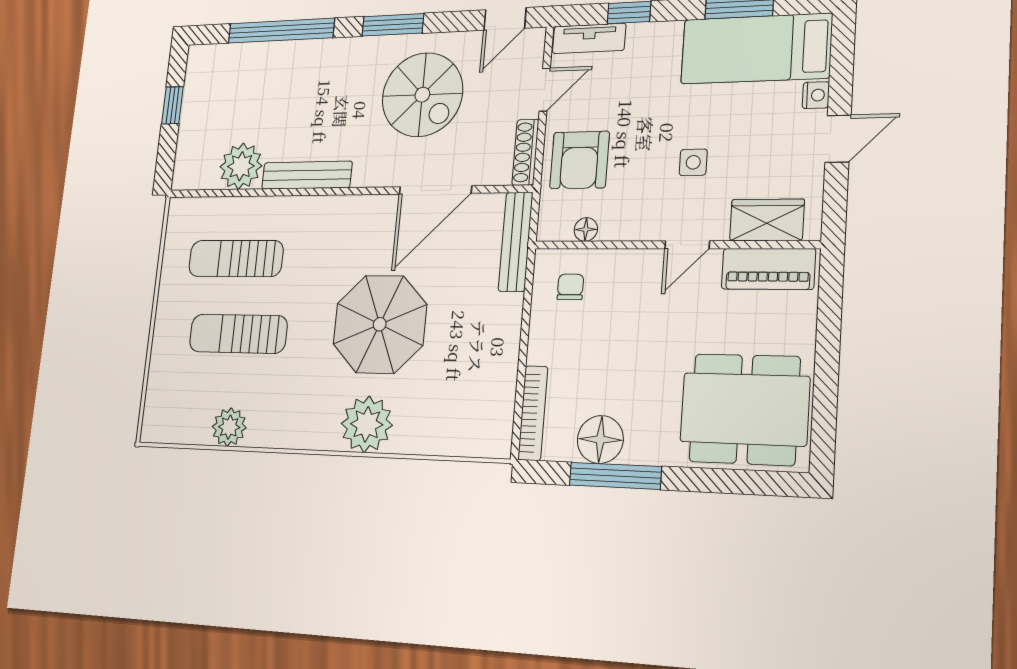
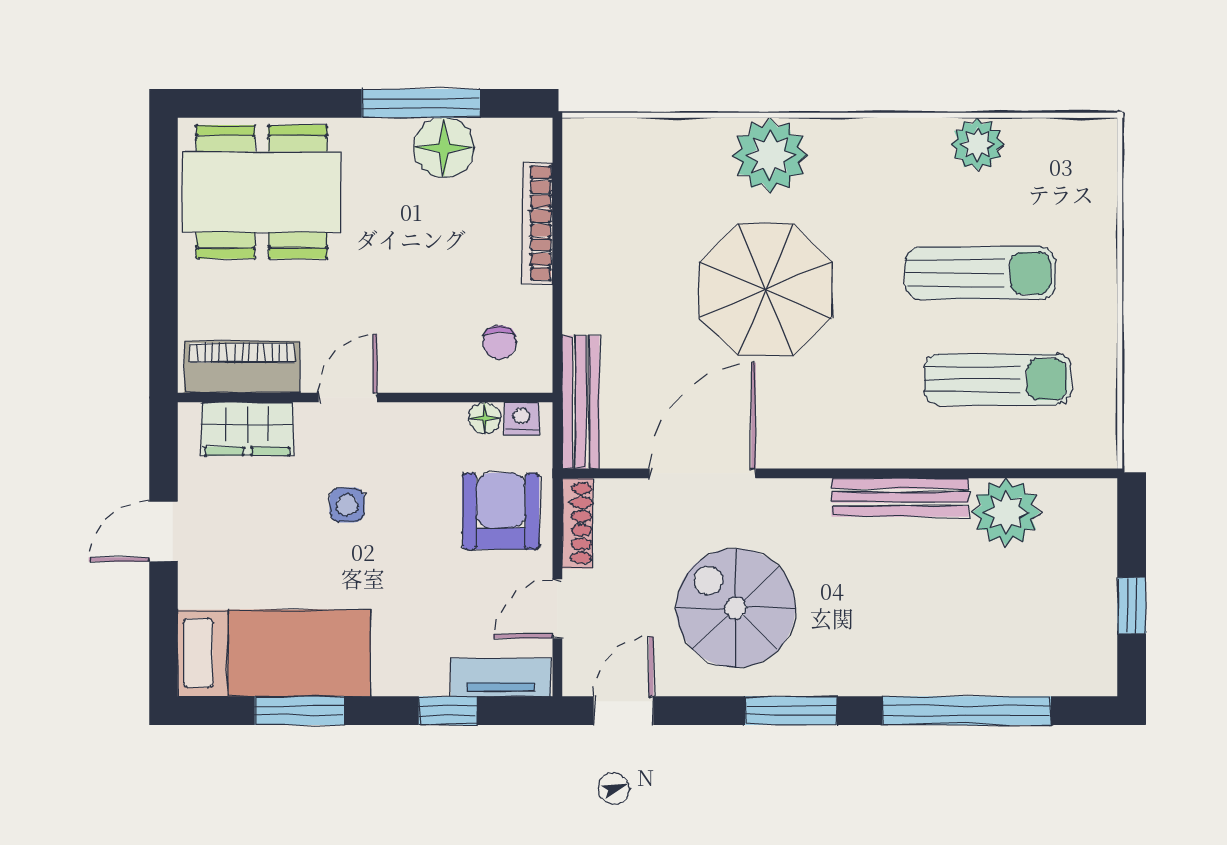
nightstand: (816, 95) -> (522, 419), moved, turned 90
bookcase: (533, 413) -> (537, 223), moved

